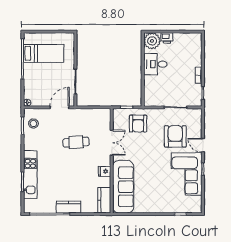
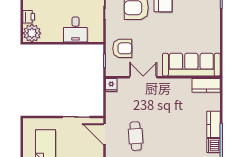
desk: (155, 64) -> (75, 29), moved
cafe table: (76, 142) -> (136, 136), moved
fridge: (105, 171) -> (111, 85), moved
dishwasher: (49, 207) -> (213, 146), added

